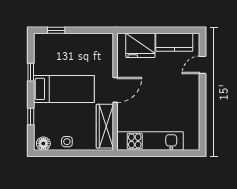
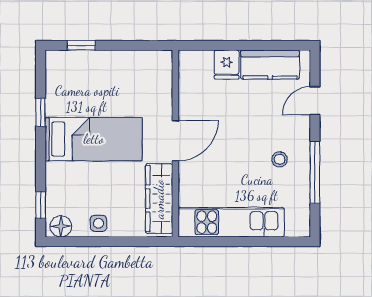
fridge: (140, 45) -> (227, 65), width x0.53, depth x0.75
stool: (180, 102) -> (280, 159), added
window: (202, 110) -> (315, 172), added
window: (31, 116) -> (41, 205), moved

